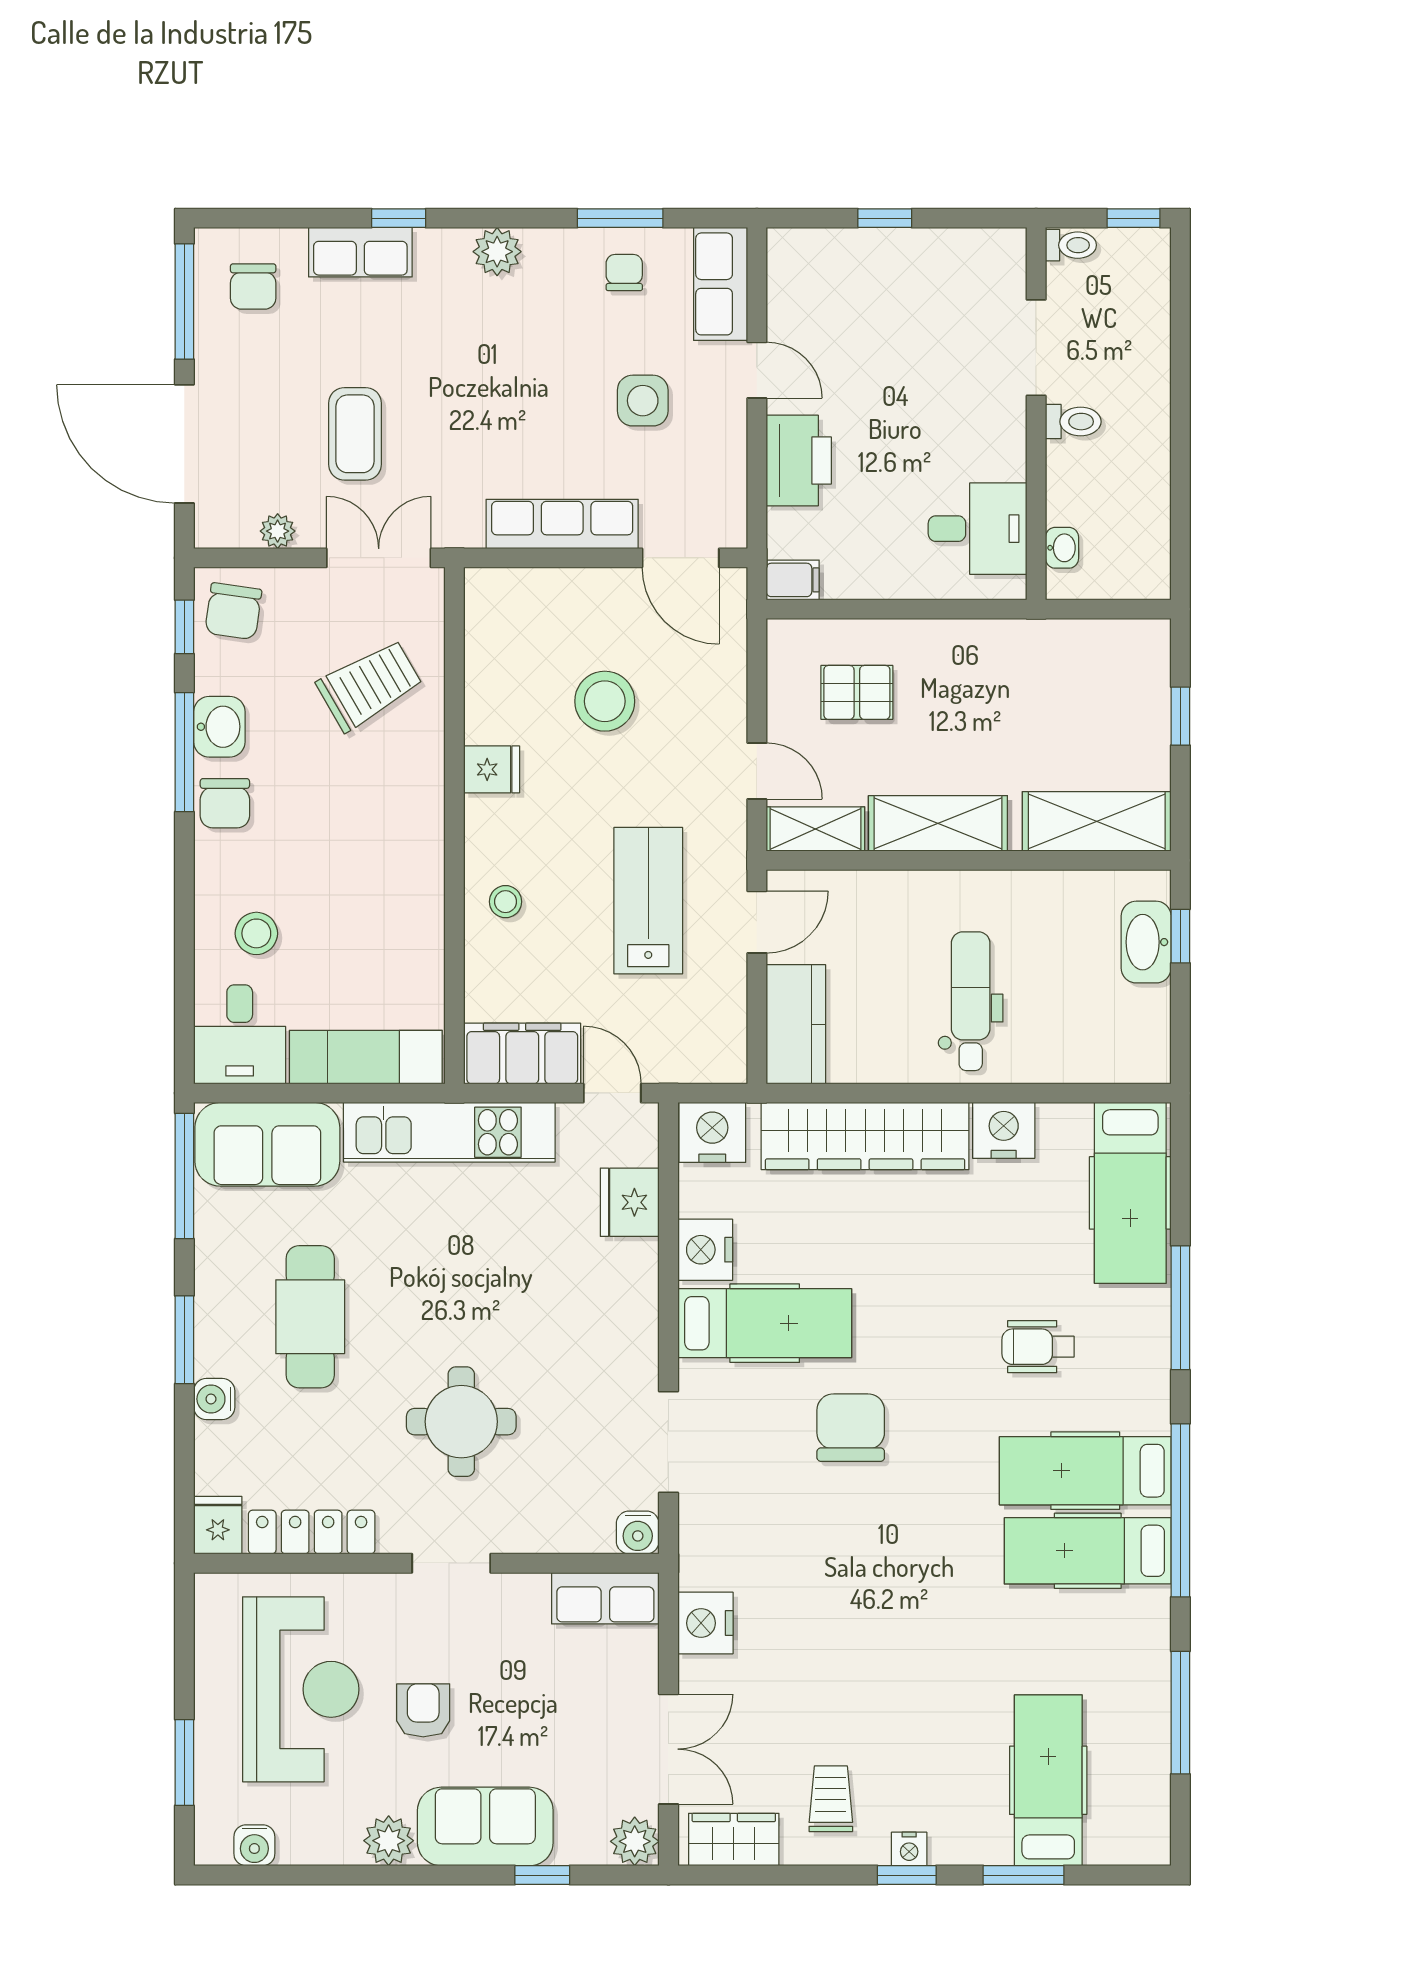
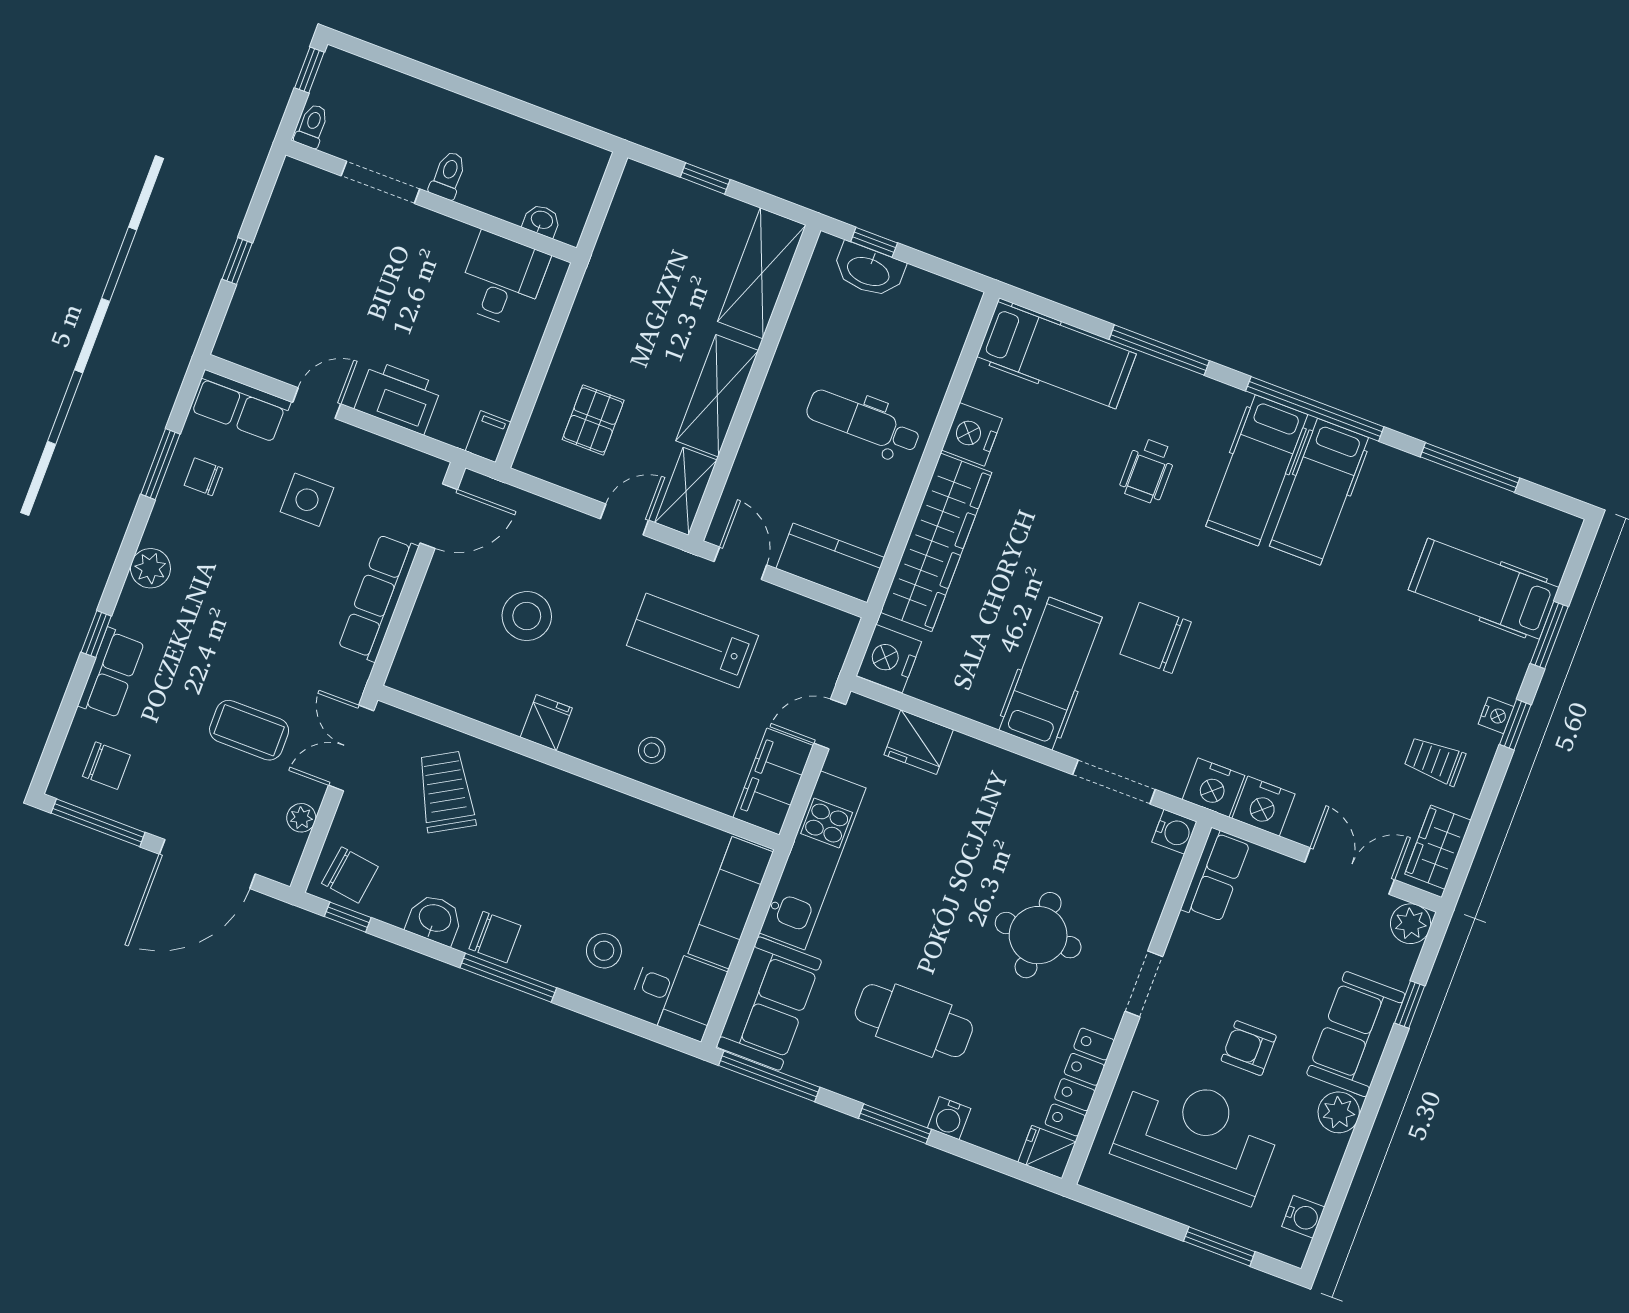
window: (184, 752) -> (508, 978), moved
nightstand: (705, 1250) -> (1213, 787), moved

